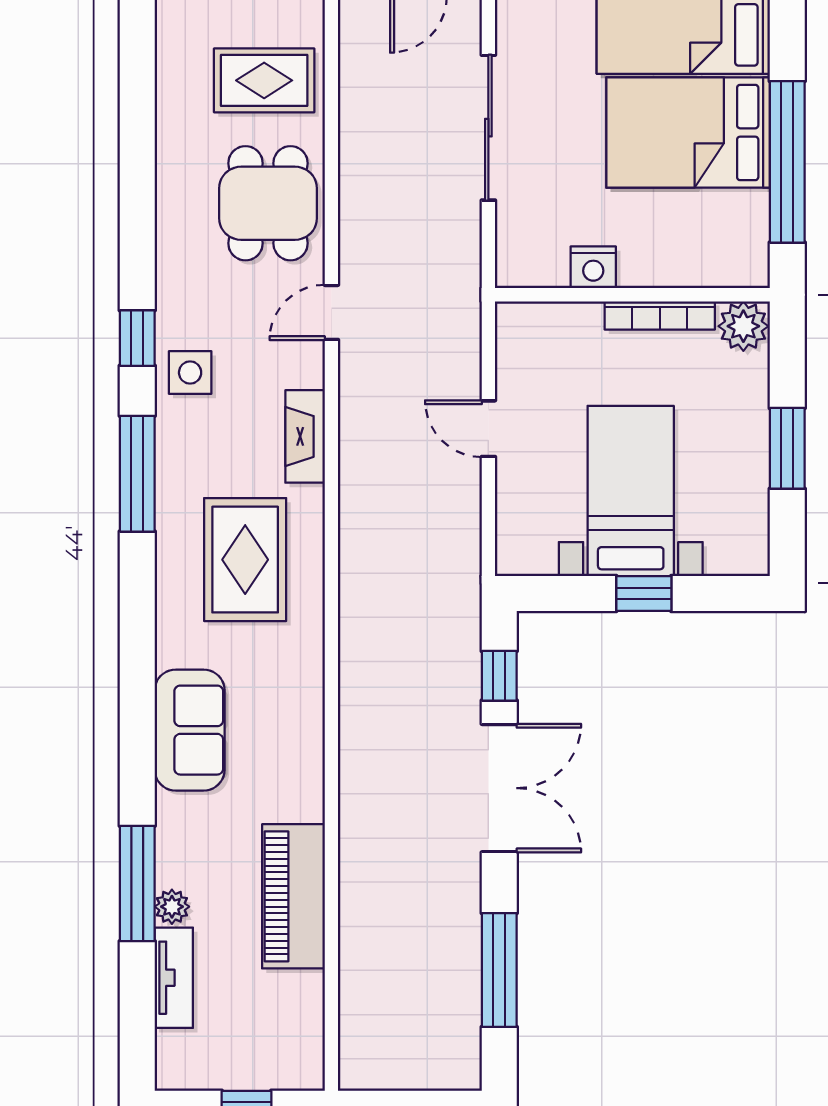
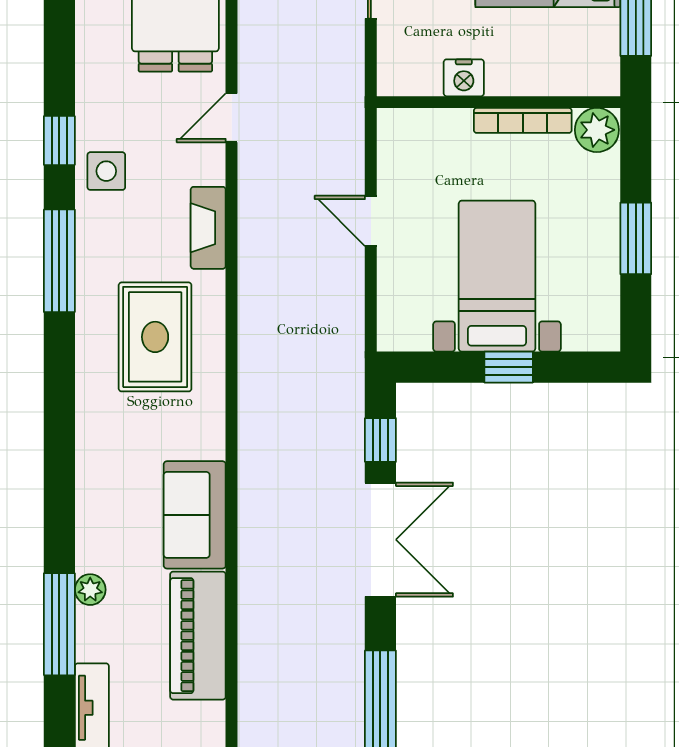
sofa: (190, 730) -> (195, 515), moved, turned 180
plant: (172, 907) -> (90, 590), moved

